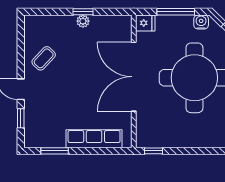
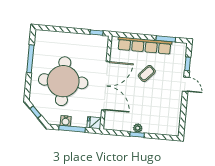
water cooler: (201, 22) -> (66, 121), moved
coffee table: (44, 58) -> (147, 73), moved
row of seats: (94, 139) -> (145, 45), width x1.36

